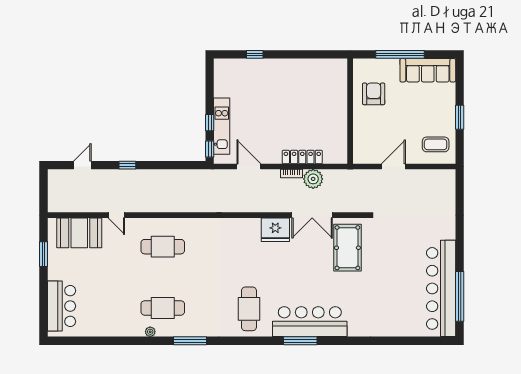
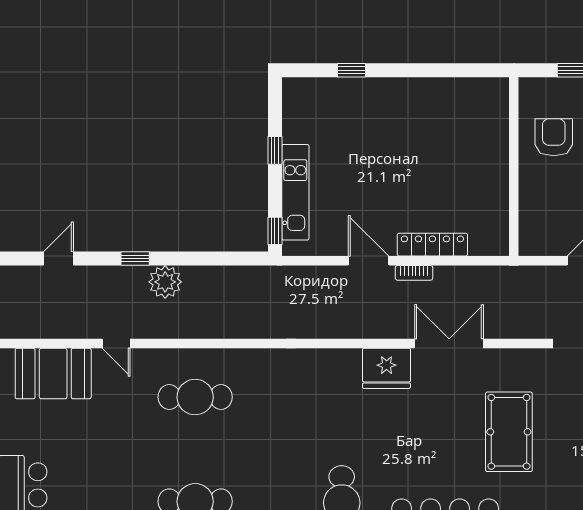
window: (210, 123) -> (275, 150), moved
door: (249, 167) -> (369, 261), moved
plant: (313, 179) -> (165, 282), moved
double door: (312, 215) -> (449, 344), swing flipped
pool table: (347, 248) -> (509, 432), moved

